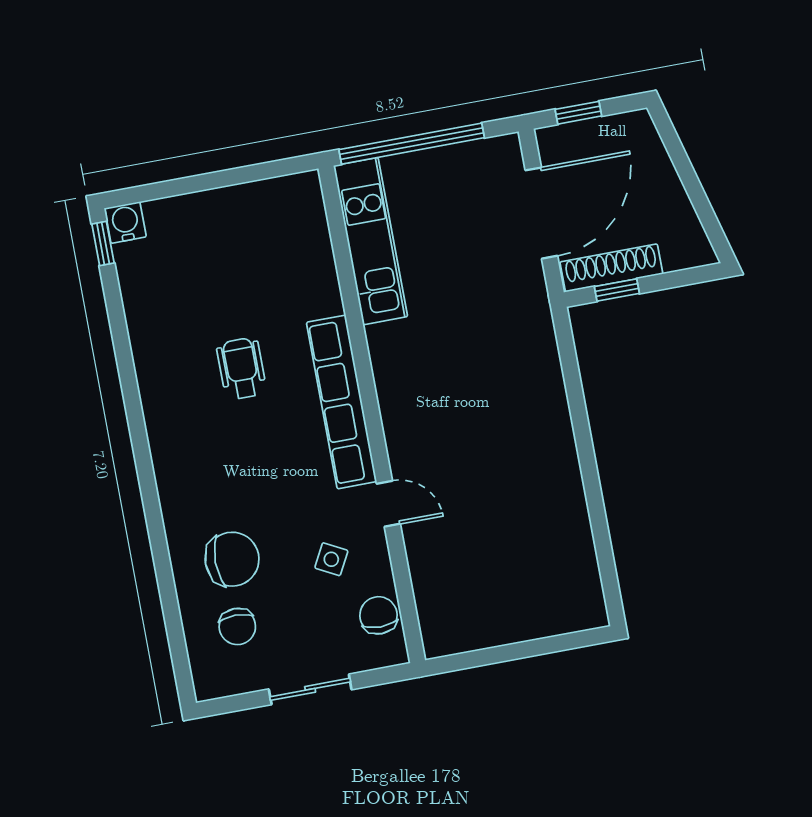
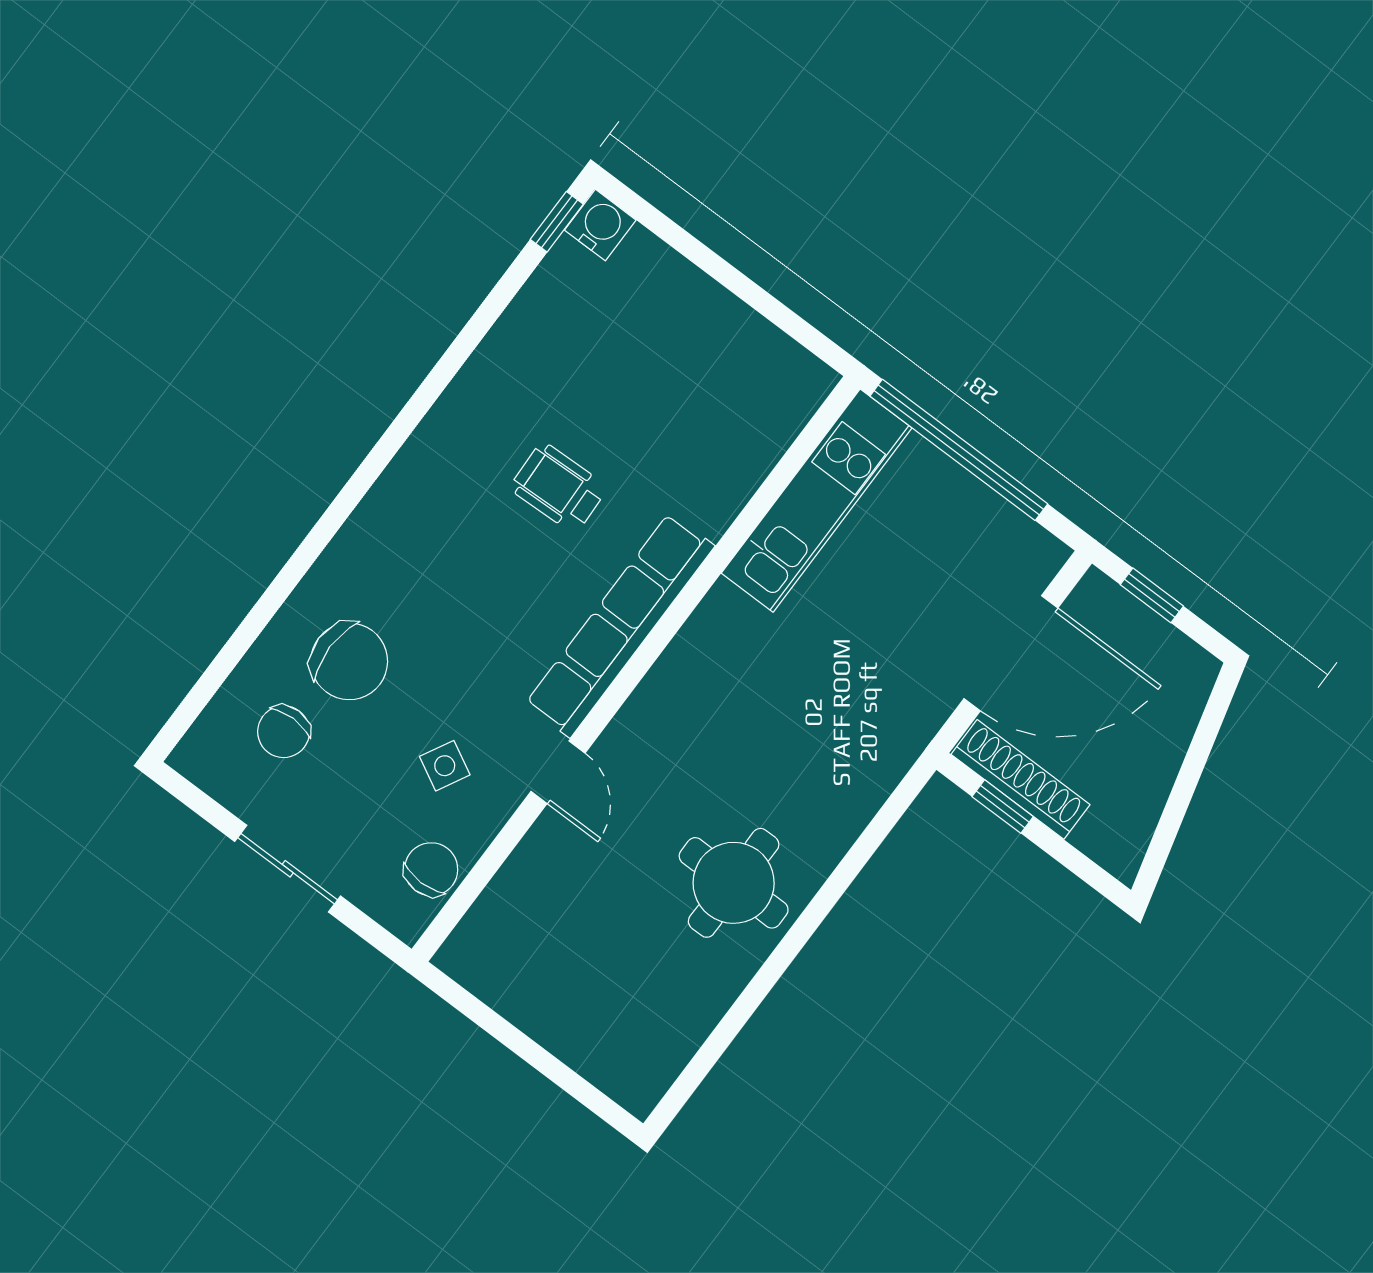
wheelchair: (241, 369) -> (559, 488), turned -92
round table: (529, 465) -> (734, 883), added

